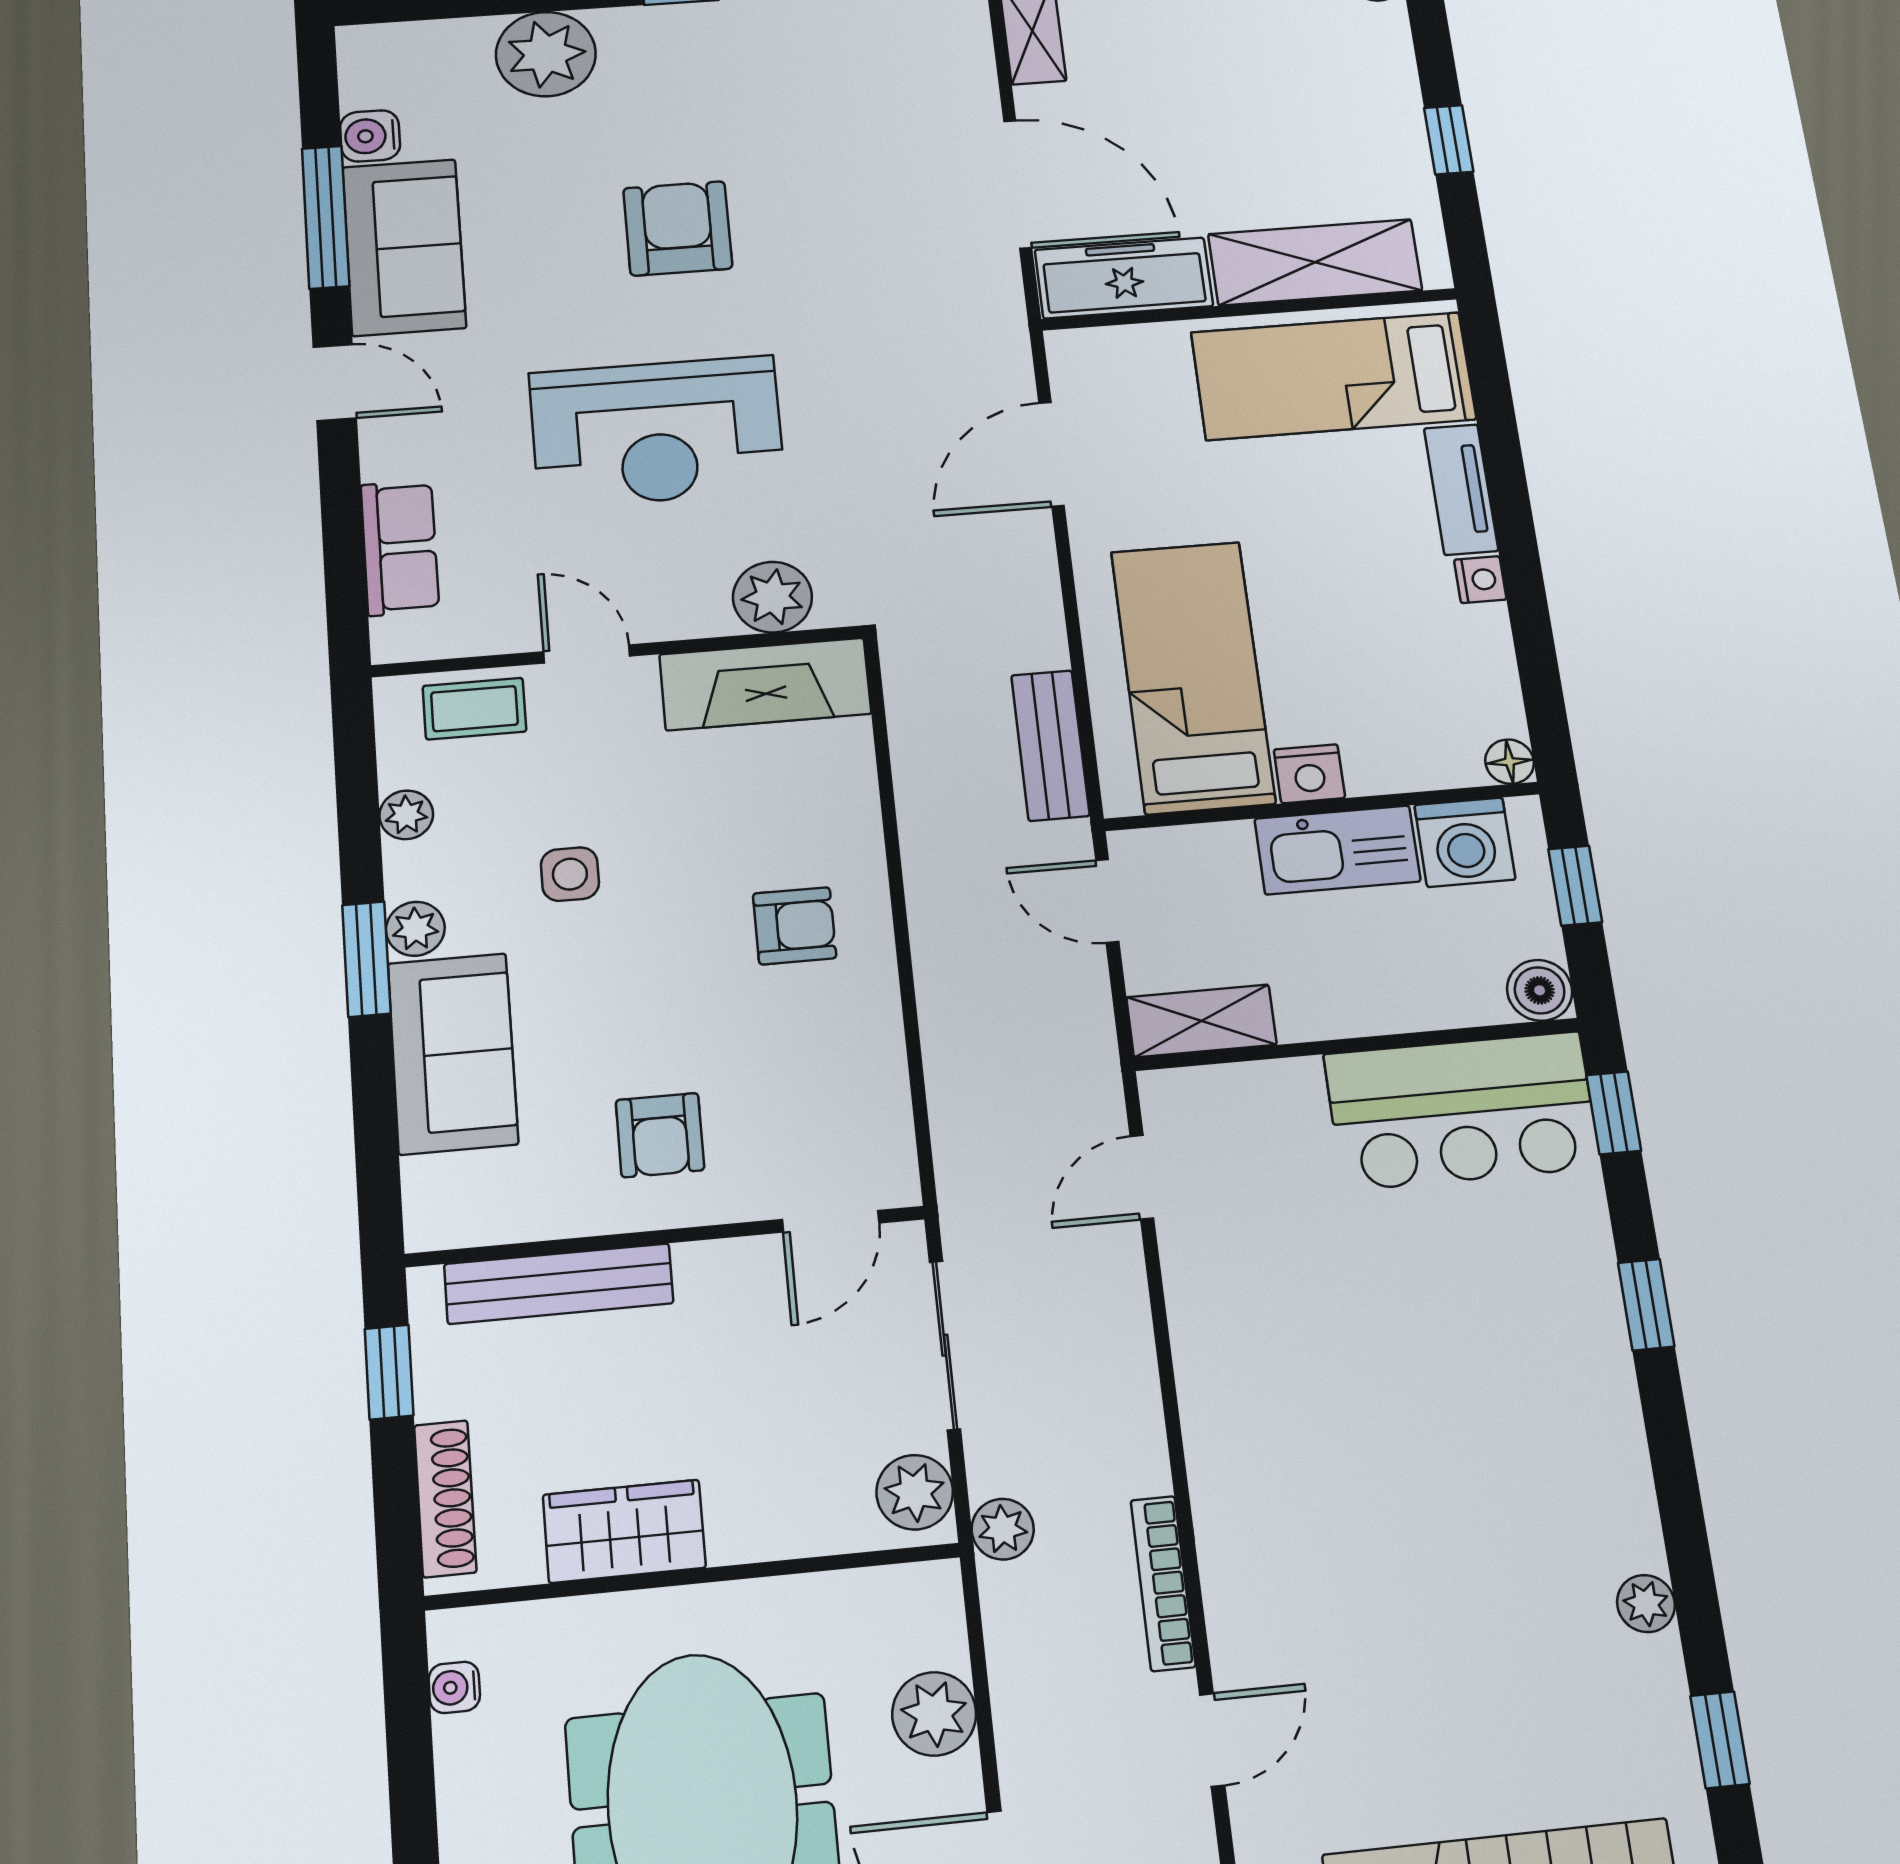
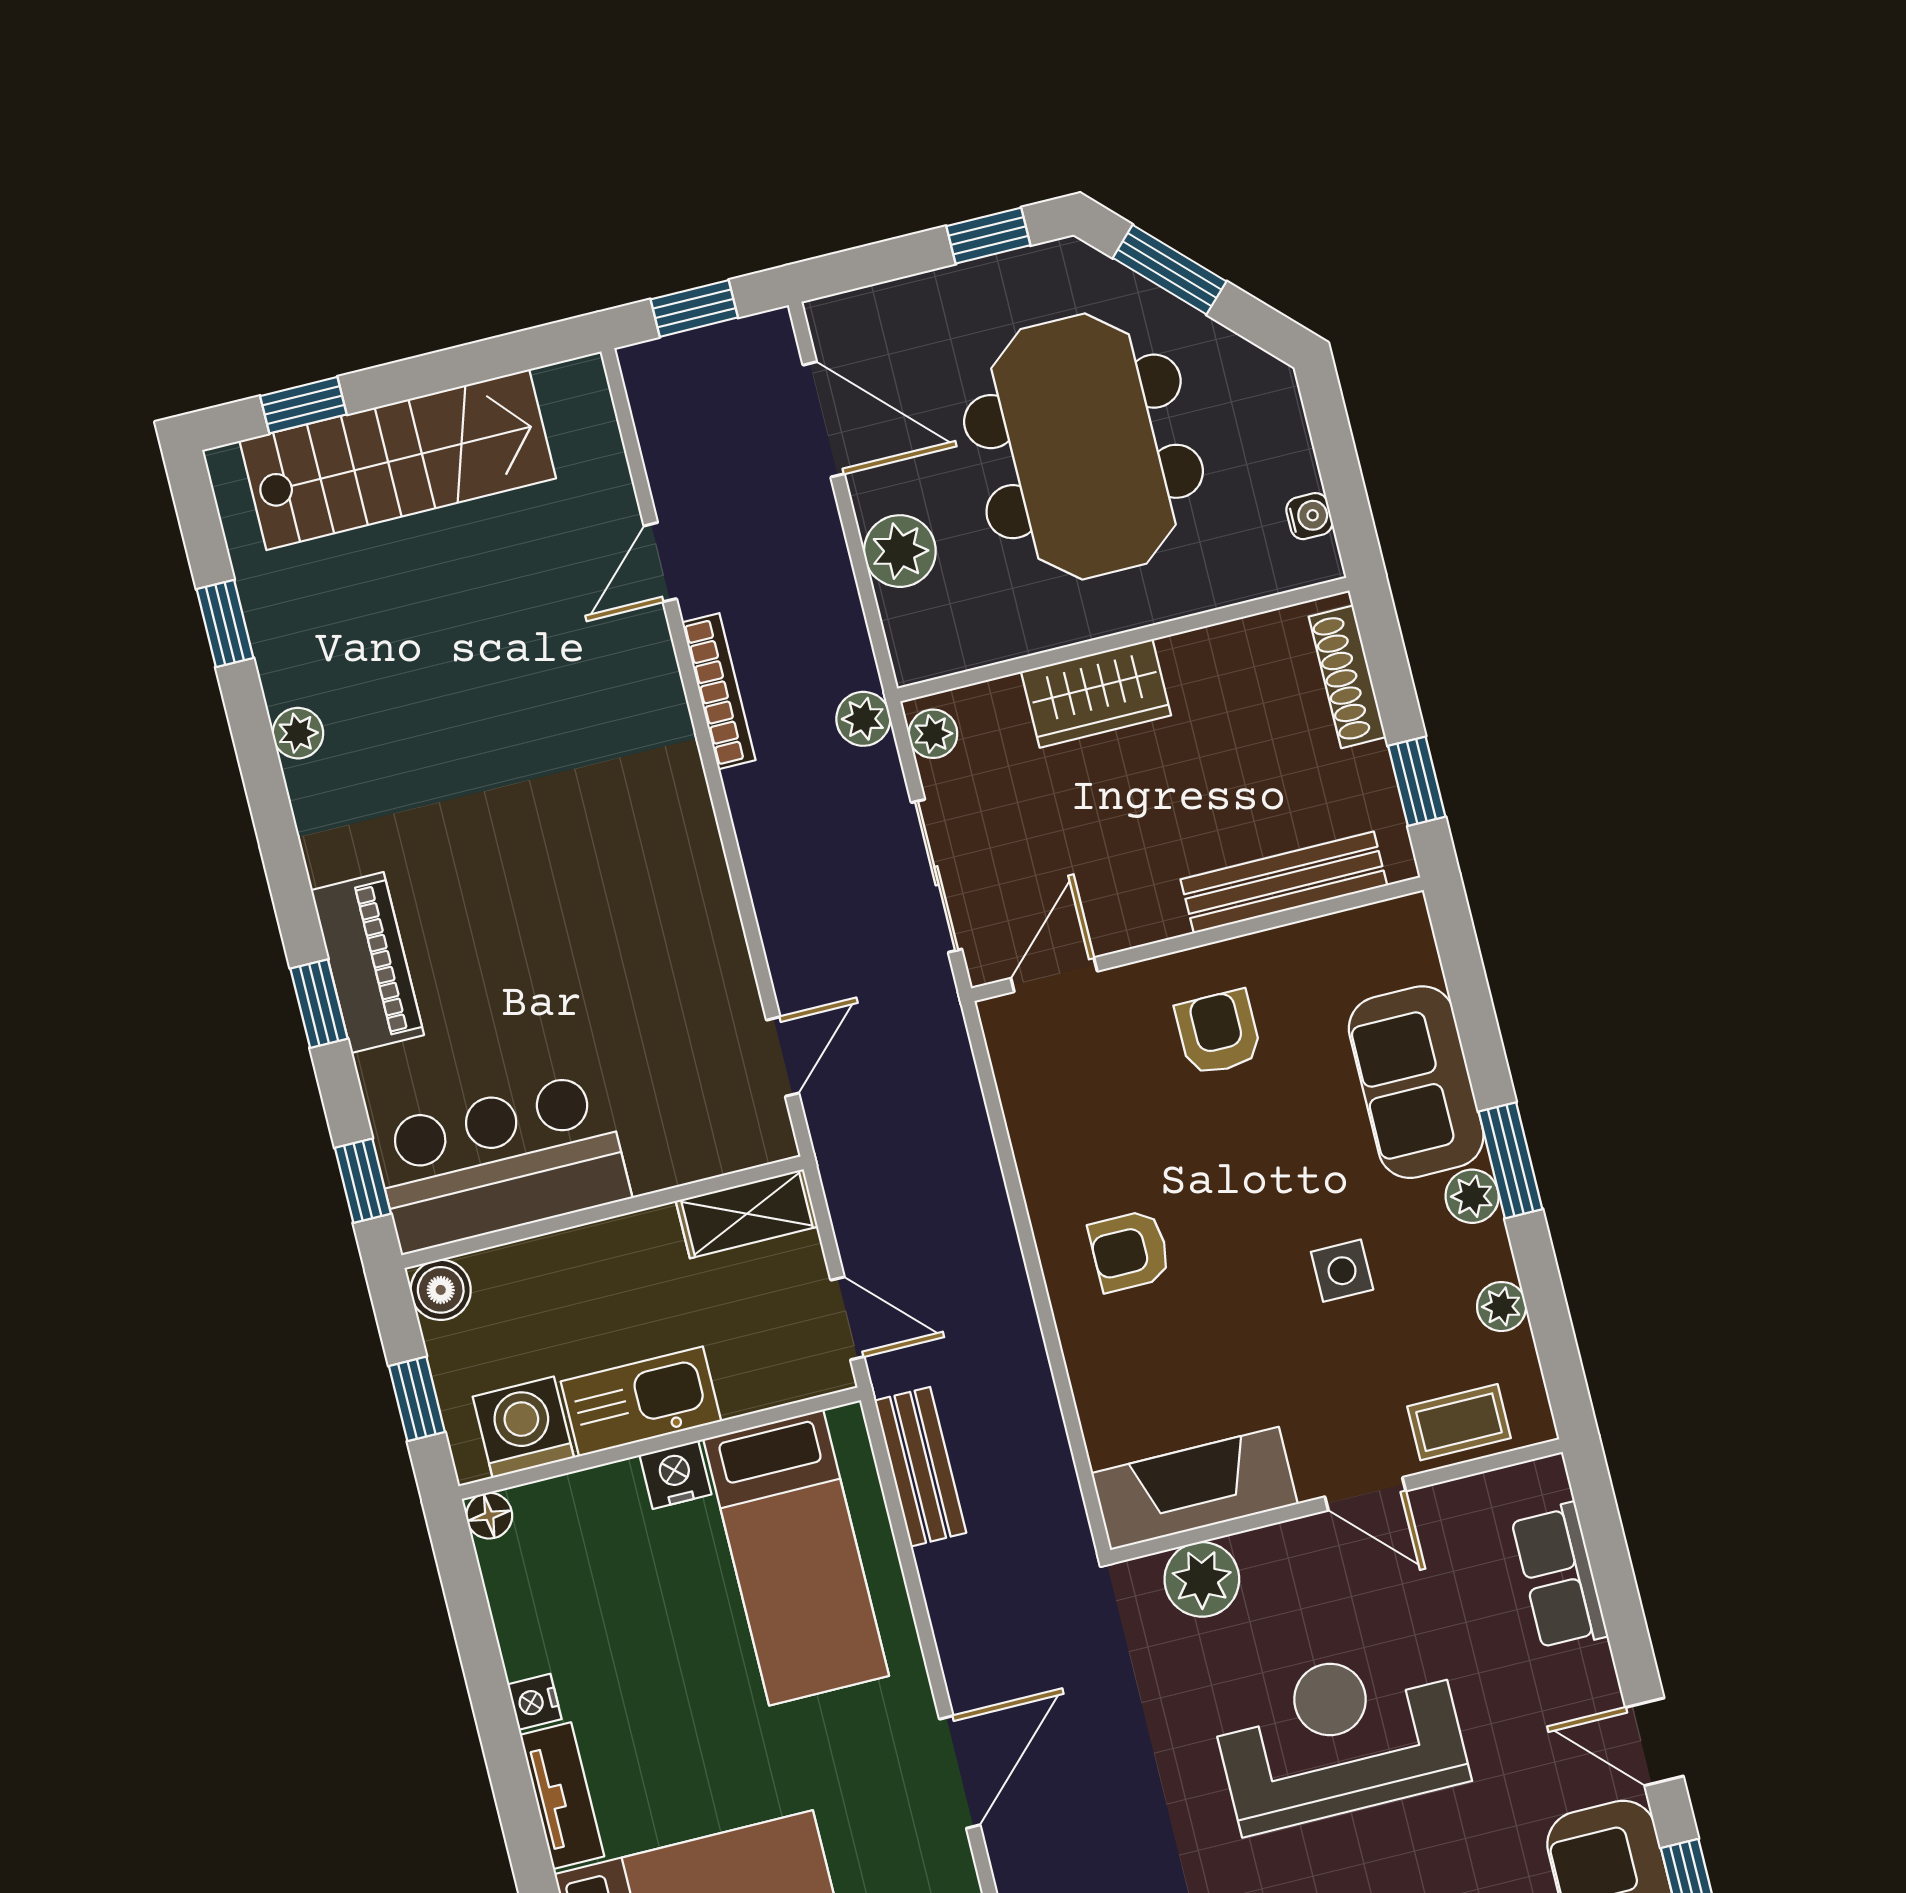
piano: (1589, 1341) -> (367, 963), added
plant: (915, 1492) -> (933, 734), width x0.73, depth x0.73
wardrobe: (624, 1531) -> (1096, 693), moved

